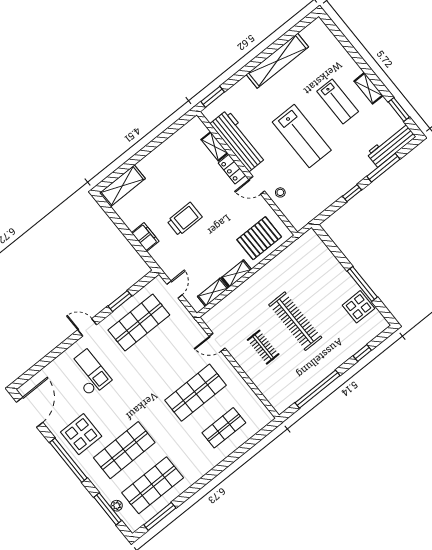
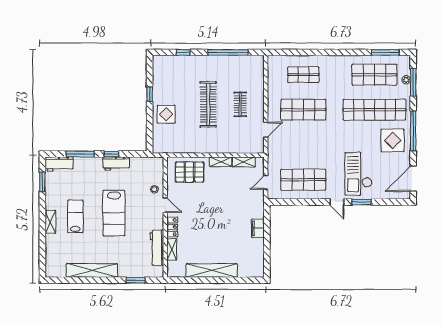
shelving: (368, 88) -> (50, 222), moved
window: (213, 97) -> (136, 280), moved
lab bench: (302, 136) -> (114, 213), turned 180
workbench: (238, 141) -> (157, 248), width x0.73, depth x0.76
workbench: (391, 145) -> (59, 164), width x0.73
shelving: (122, 186) -> (212, 270), moved, width x1.47
workbench: (340, 187) -> (116, 164), added
trolley: (185, 219) -> (225, 220), removed
window: (362, 284) -> (150, 94), width x0.46
window: (120, 301) -> (361, 202), moved
display table: (358, 307) -> (166, 114), moved
door: (217, 342) -> (266, 130), hinge flipped
checkout: (89, 373) -> (358, 174), width x1.36, depth x1.21
shop shelf: (124, 450) -> (374, 110), width x1.40

